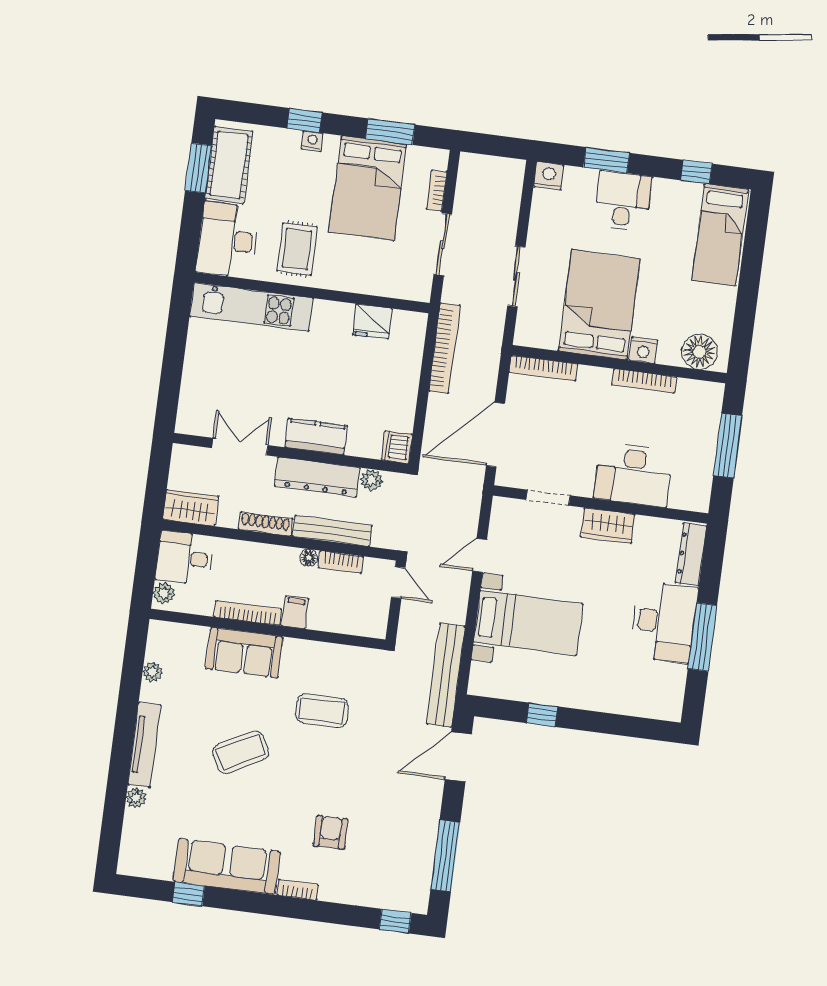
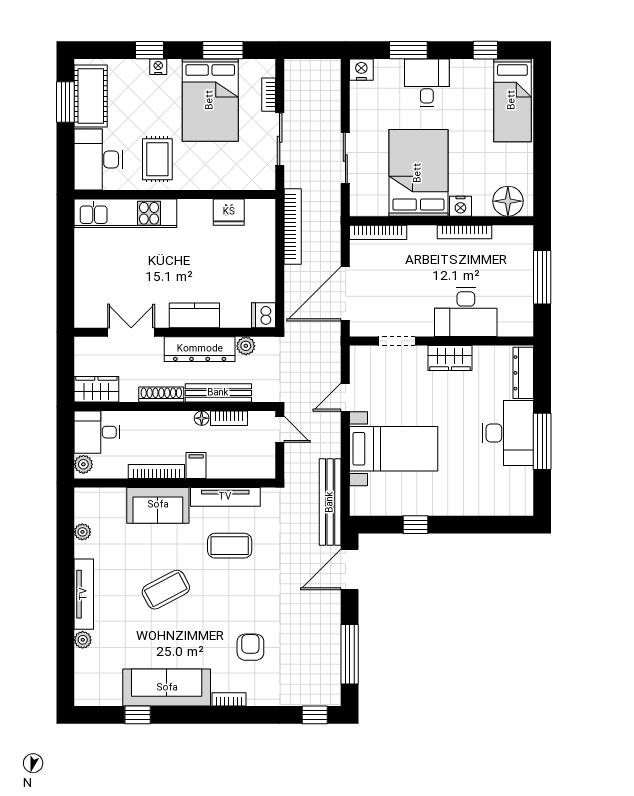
tv unit: (324, 653) -> (225, 497), added

